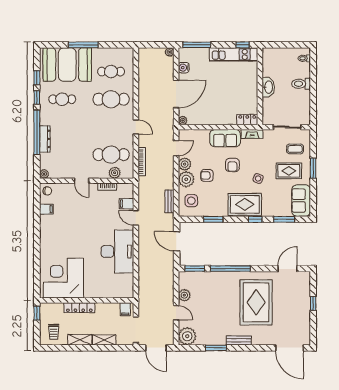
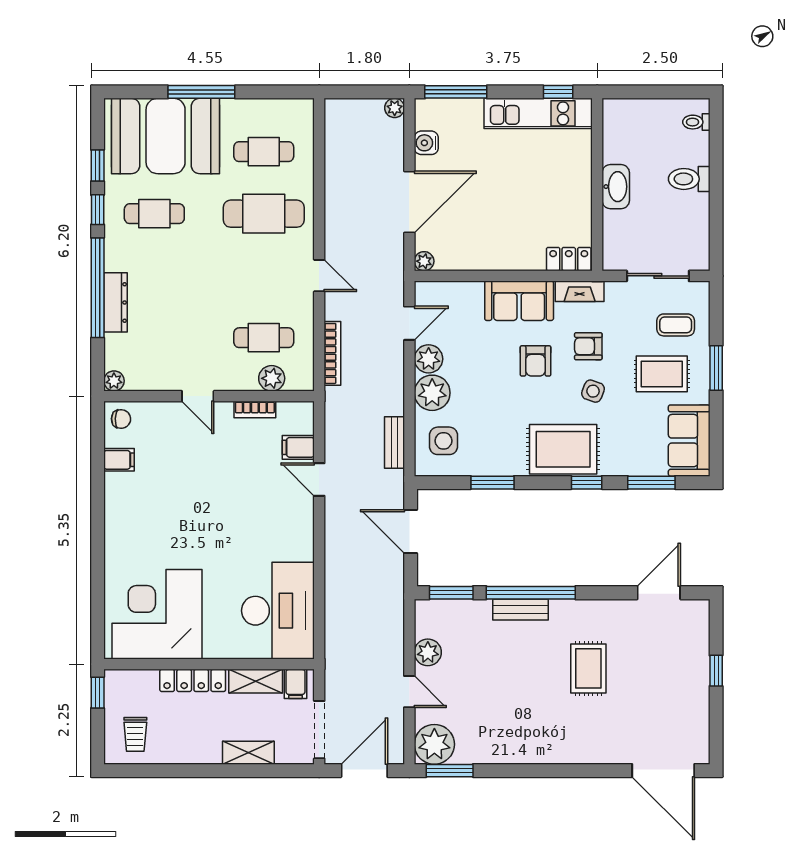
cafe table: (111, 155) -> (264, 338), width x0.73, depth x0.74
armchair: (207, 175) -> (588, 346), moved
desk: (117, 251) -> (278, 611), moved
rug: (256, 302) -> (588, 668), width x0.54, depth x0.49
shelving: (80, 340) -> (256, 681), moved
bench: (239, 340) -> (520, 610), moved
door: (156, 348) -> (364, 771), swing flipped
window: (216, 348) -> (450, 771), moved

